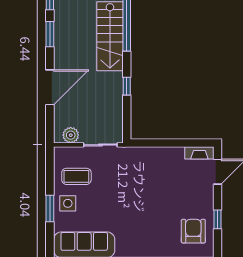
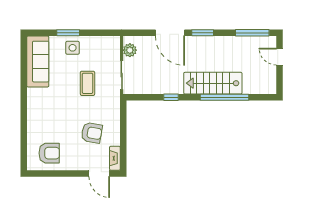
window: (50, 34) -> (203, 33), moved
coffee table: (76, 176) -> (88, 83), moved
armchair: (169, 181) -> (92, 133), added
window: (218, 219) -> (59, 173), removed

